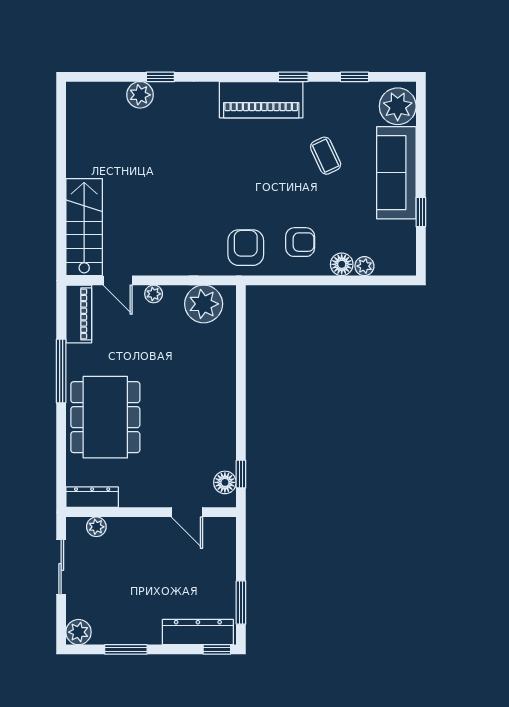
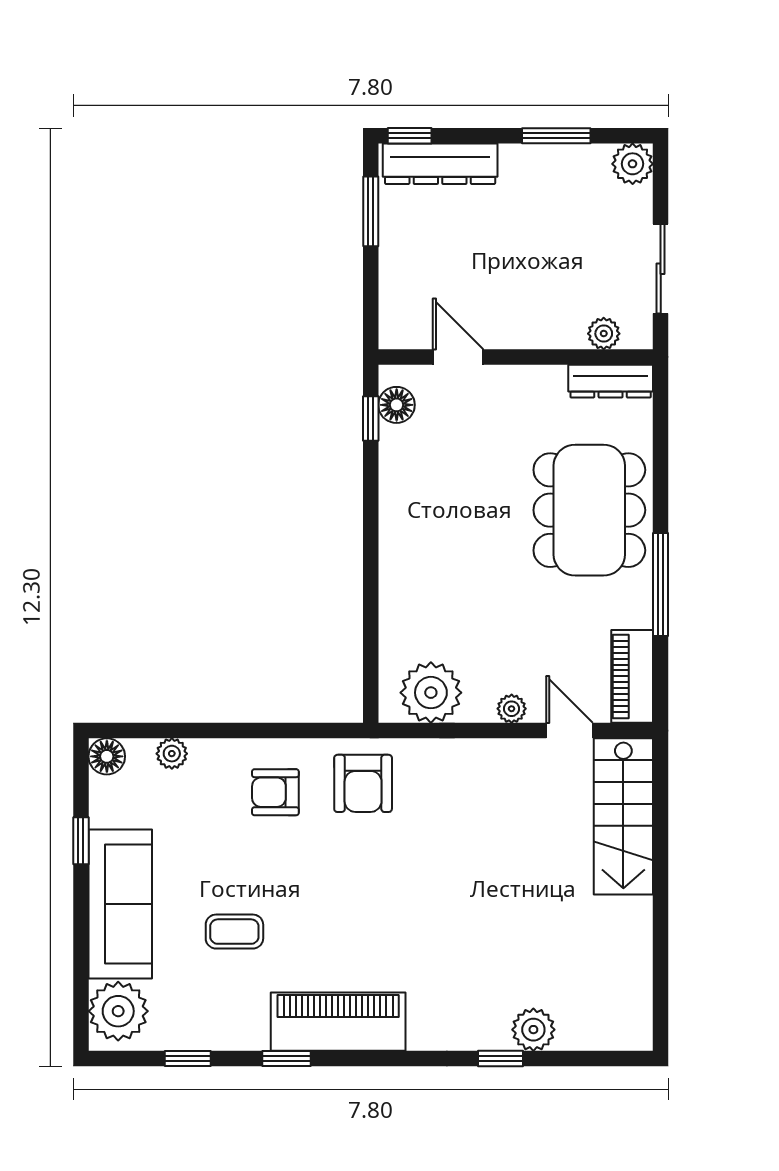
coffee table: (326, 156) -> (234, 932), turned -65
floor lamp: (342, 264) -> (107, 756), moved

